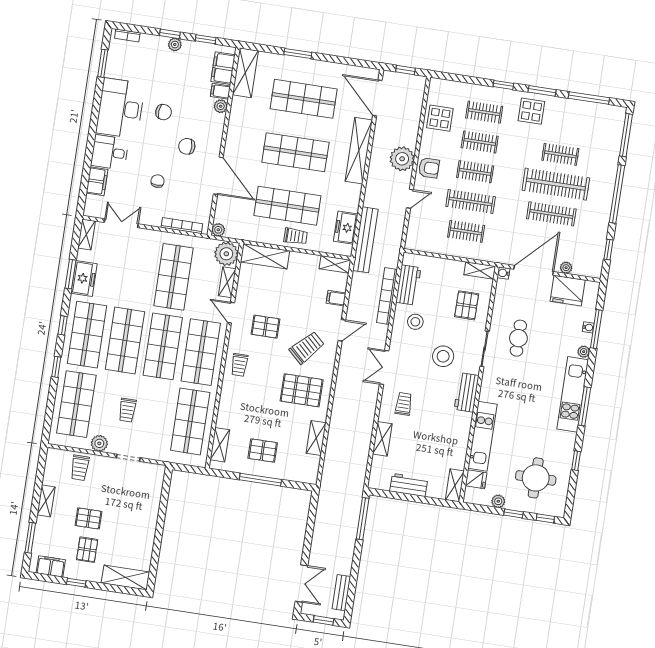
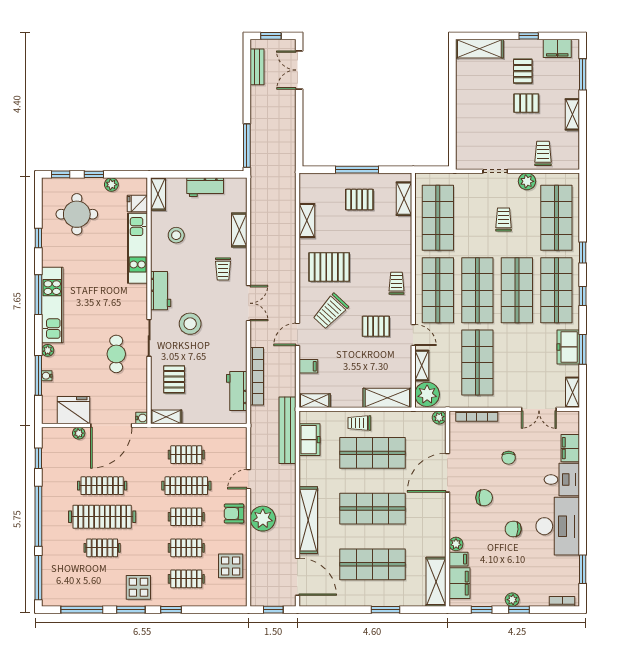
door: (218, 176) -> (447, 473), hinge flipped
stool: (415, 322) -> (176, 235), moved

